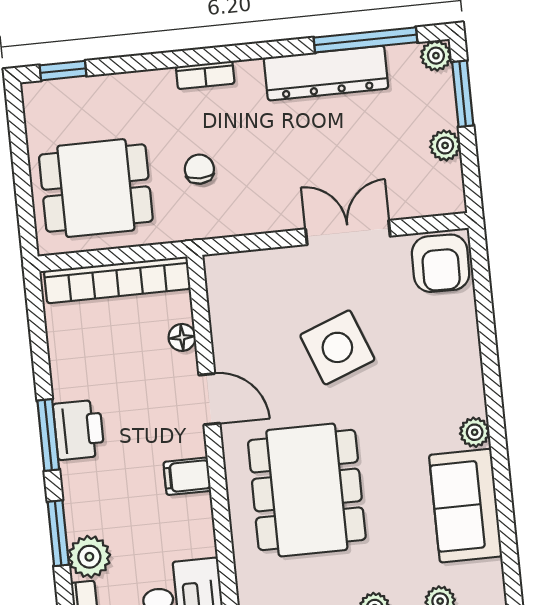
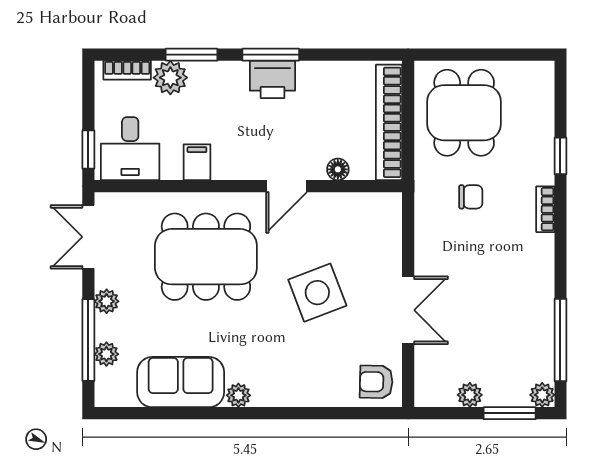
window: (63, 71) -> (560, 156), moved
dresser: (326, 73) -> (537, 306), removed
armchair: (441, 263) -> (376, 382), width x0.72, depth x0.72
filing cabinet: (187, 476) -> (197, 162), moved

